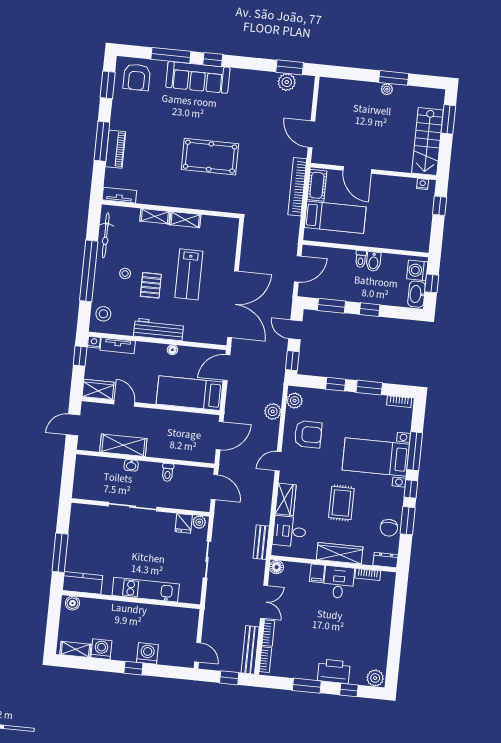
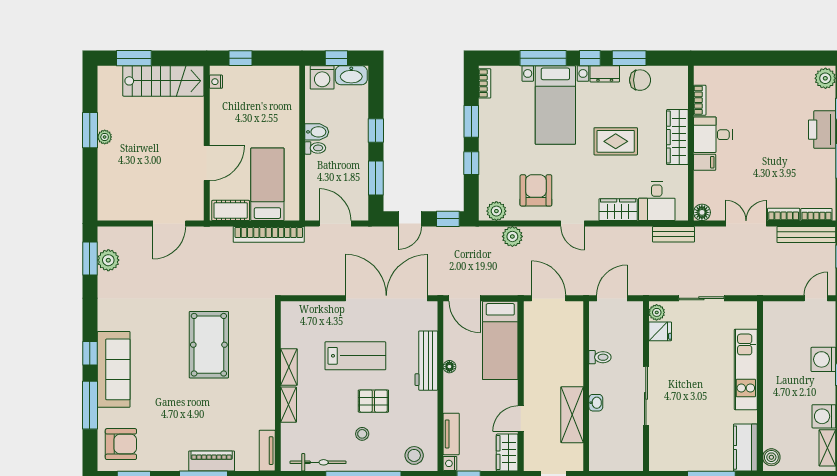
bookcase: (297, 187) -> (269, 234), moved
workbench: (159, 329) -> (426, 361), moved
dresser: (386, 560) -> (605, 74), moved, turned -90

